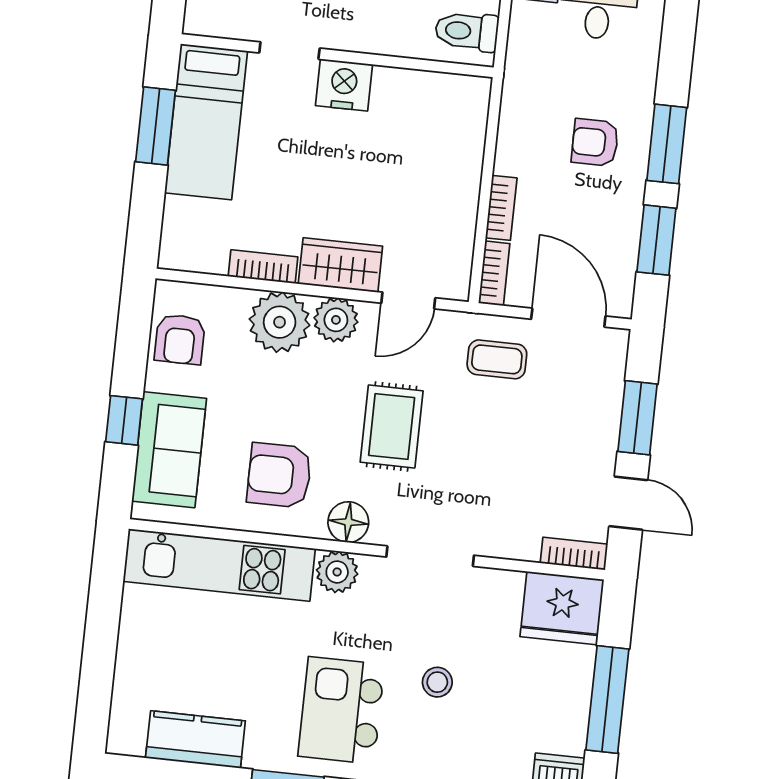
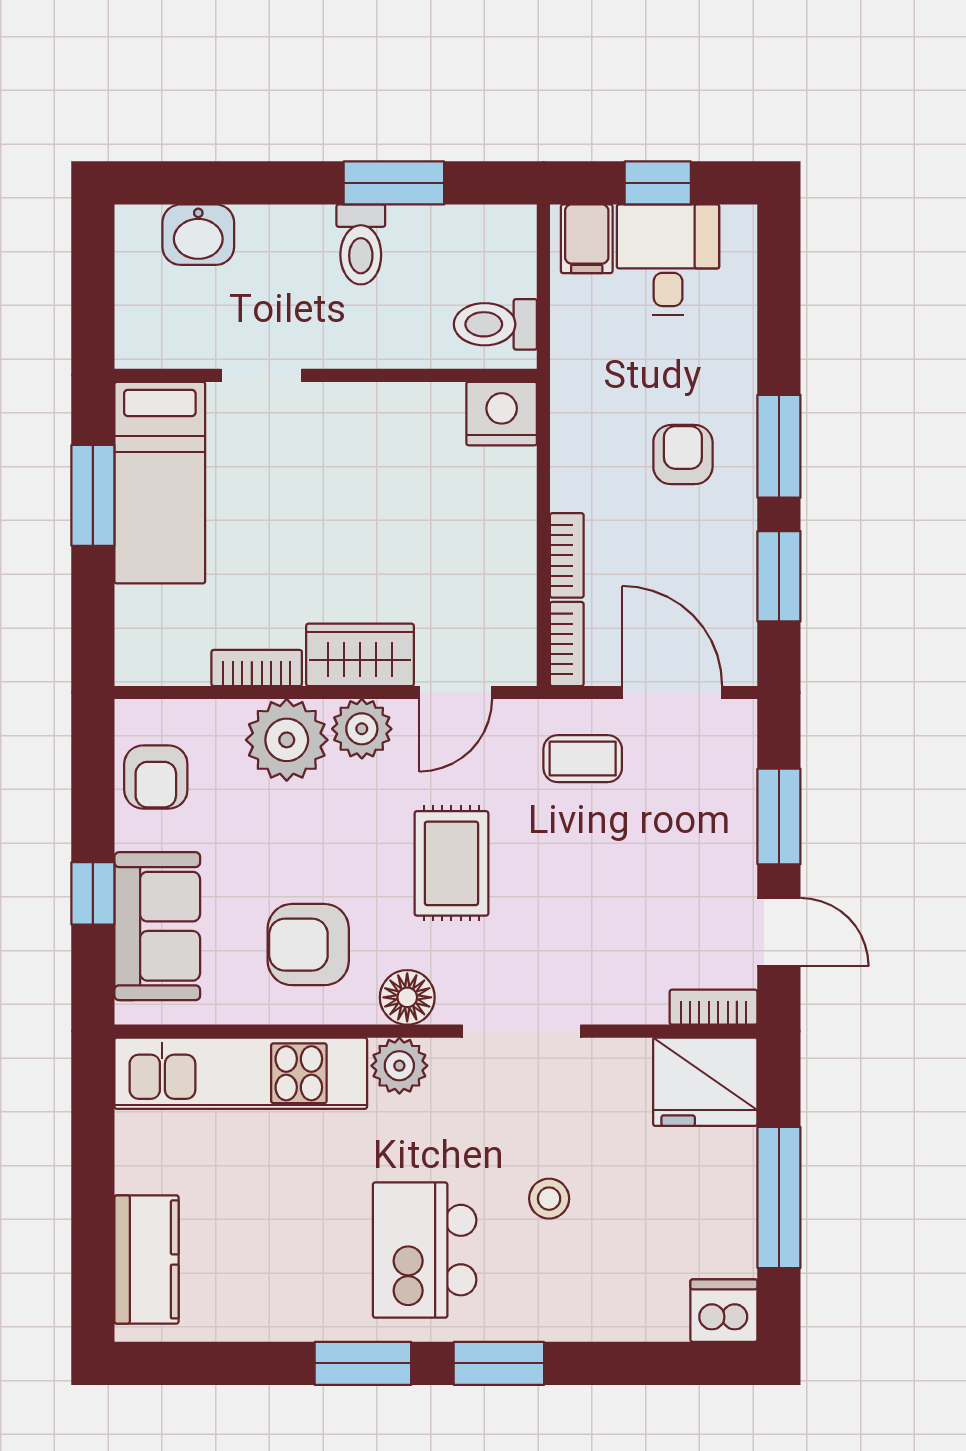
nightstand: (344, 85) -> (502, 414), moved
armchair: (595, 142) -> (683, 455), turned 90
kitchen counter: (195, 739) -> (147, 1259), moved, turned 90

